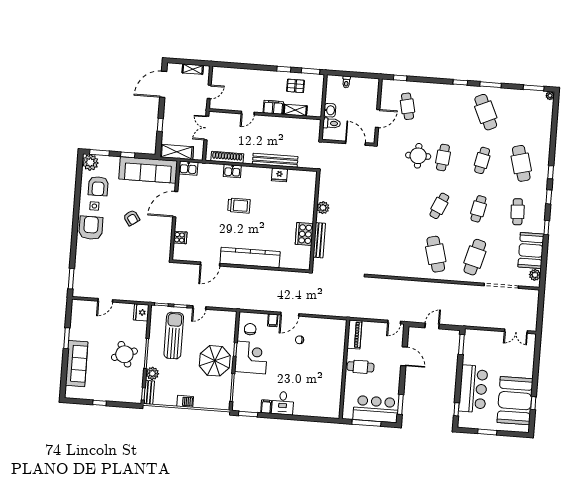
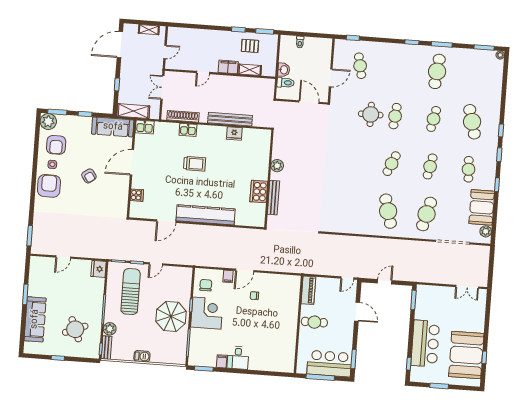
cafe table: (486, 112) -> (437, 71), turned 30
sofa: (148, 170) -> (113, 127), width x0.74, depth x0.79
round table: (124, 354) -> (75, 329), moved

